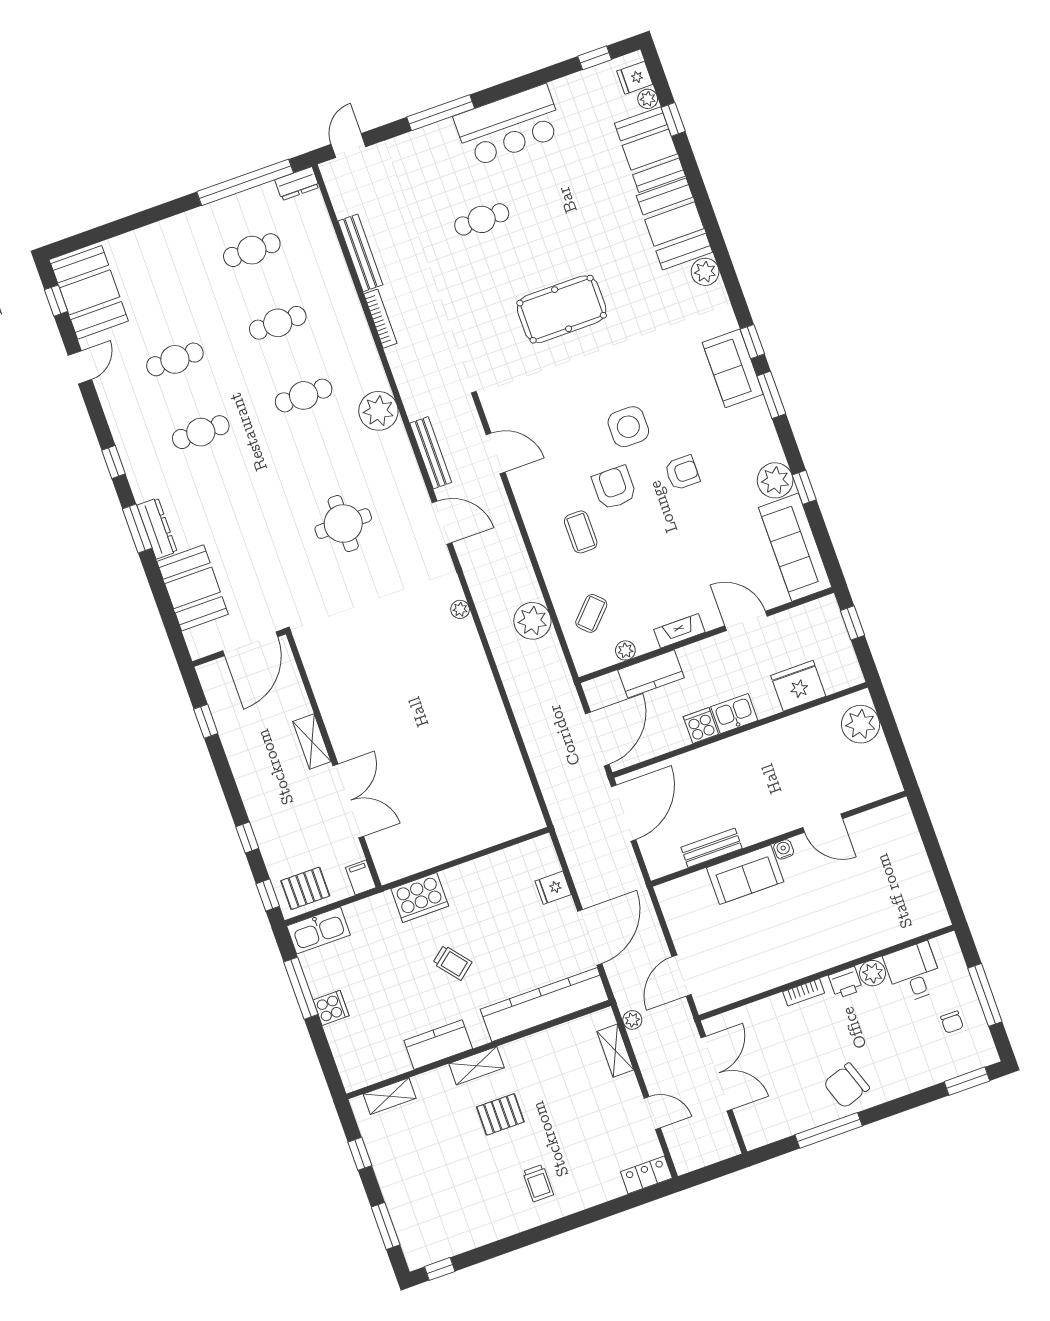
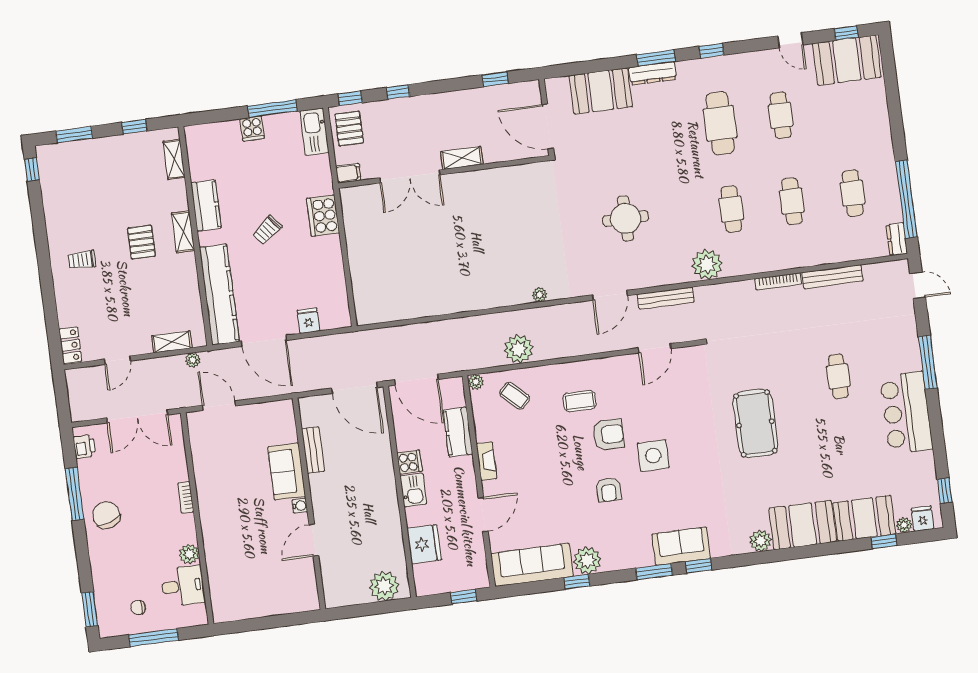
cafe table: (201, 432) -> (720, 123), width x1.37, depth x1.35
plant: (625, 650) -> (476, 382), moved
printer: (845, 983) -> (84, 447), moved, turned 180

